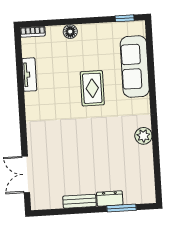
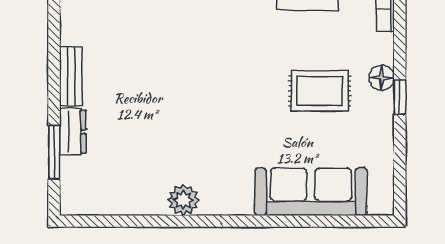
window: (125, 18) -> (400, 97), moved
rug: (92, 88) -> (320, 91), moved

